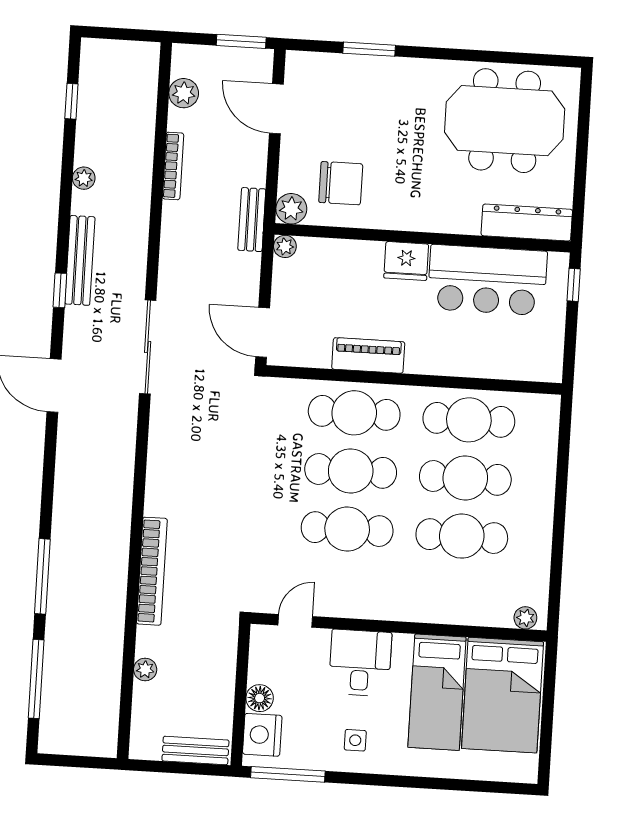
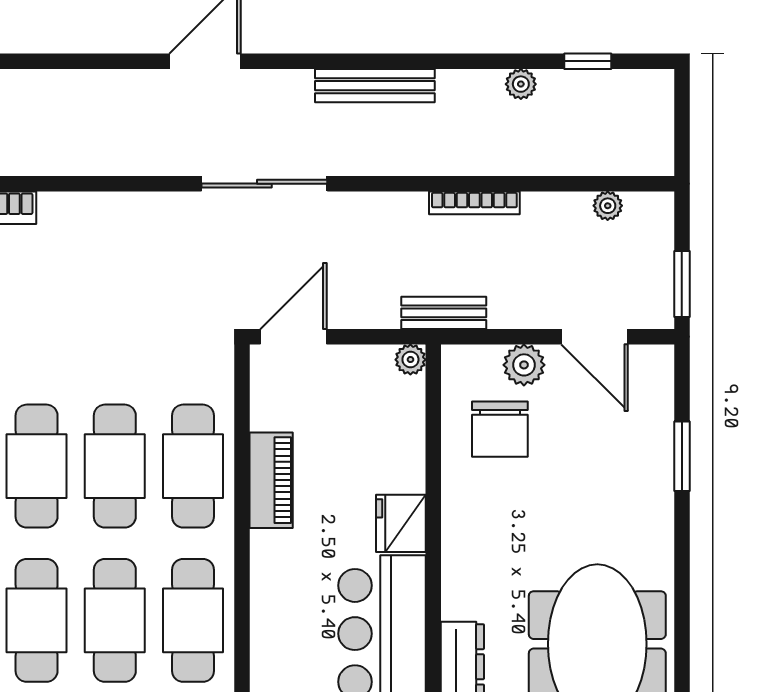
plant: (184, 93) -> (608, 206), width x0.73, depth x0.73
door: (276, 109) -> (595, 337), swing flipped
bookcase: (173, 166) -> (474, 203), moved
plant: (84, 178) -> (521, 84), moved
plant: (291, 209) -> (524, 365), moved
window: (60, 290) -> (333, 61), removed

